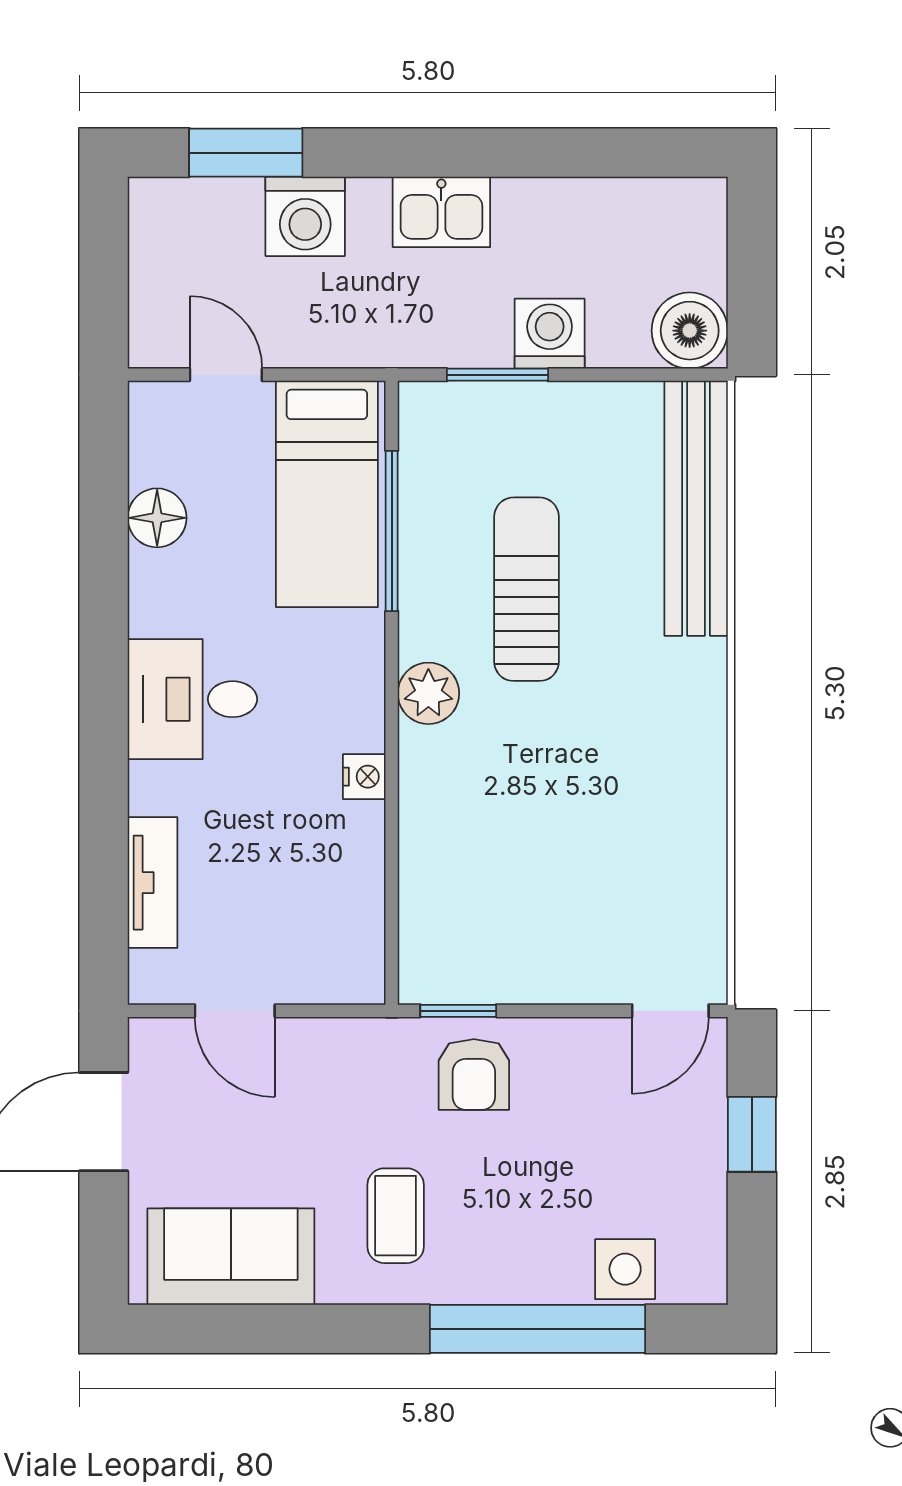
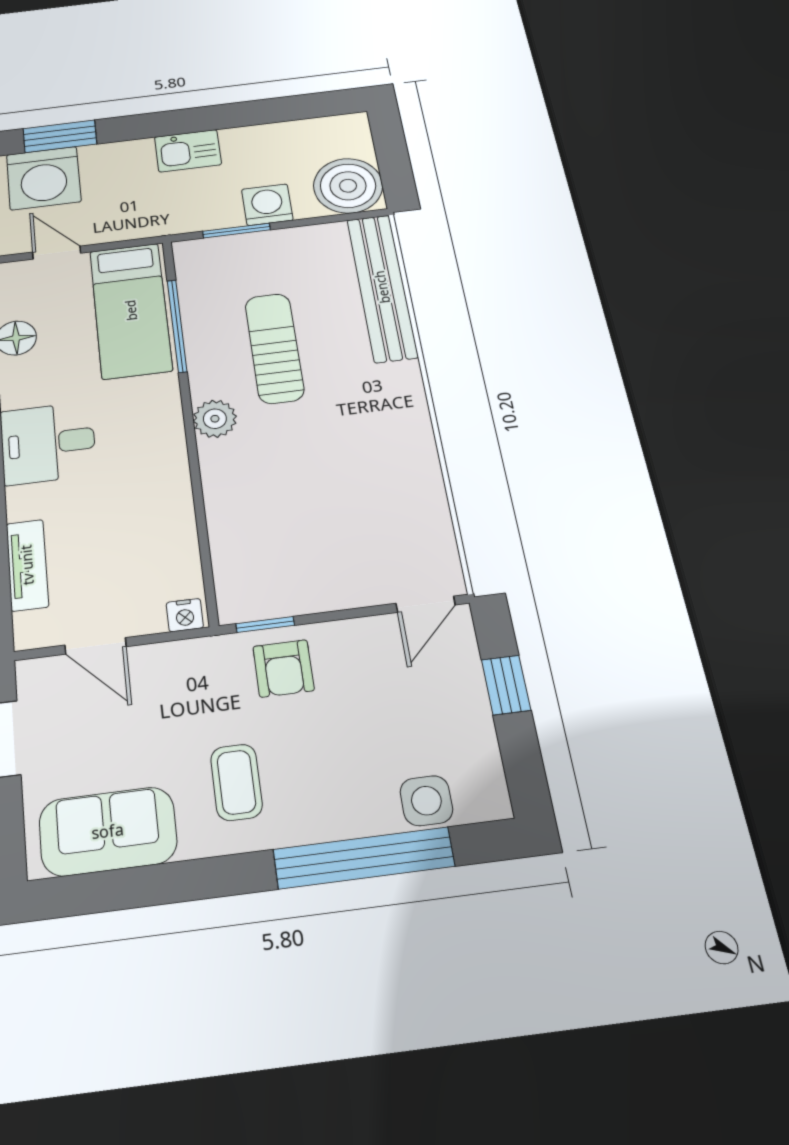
washing machine: (305, 216) -> (44, 178), moved, width x1.37, depth x1.37
boiler: (690, 331) -> (348, 186), width x1.37, depth x1.37
nightstand: (364, 777) -> (185, 615), moved, turned 90

